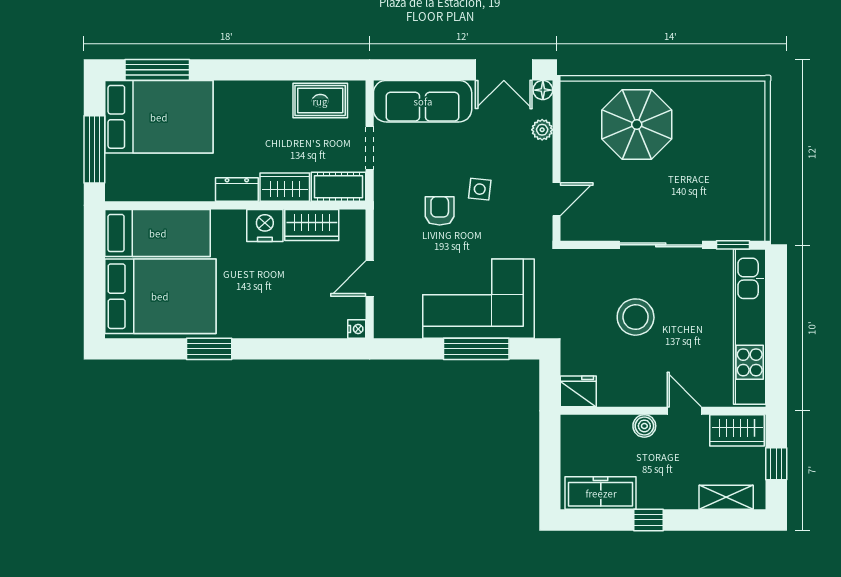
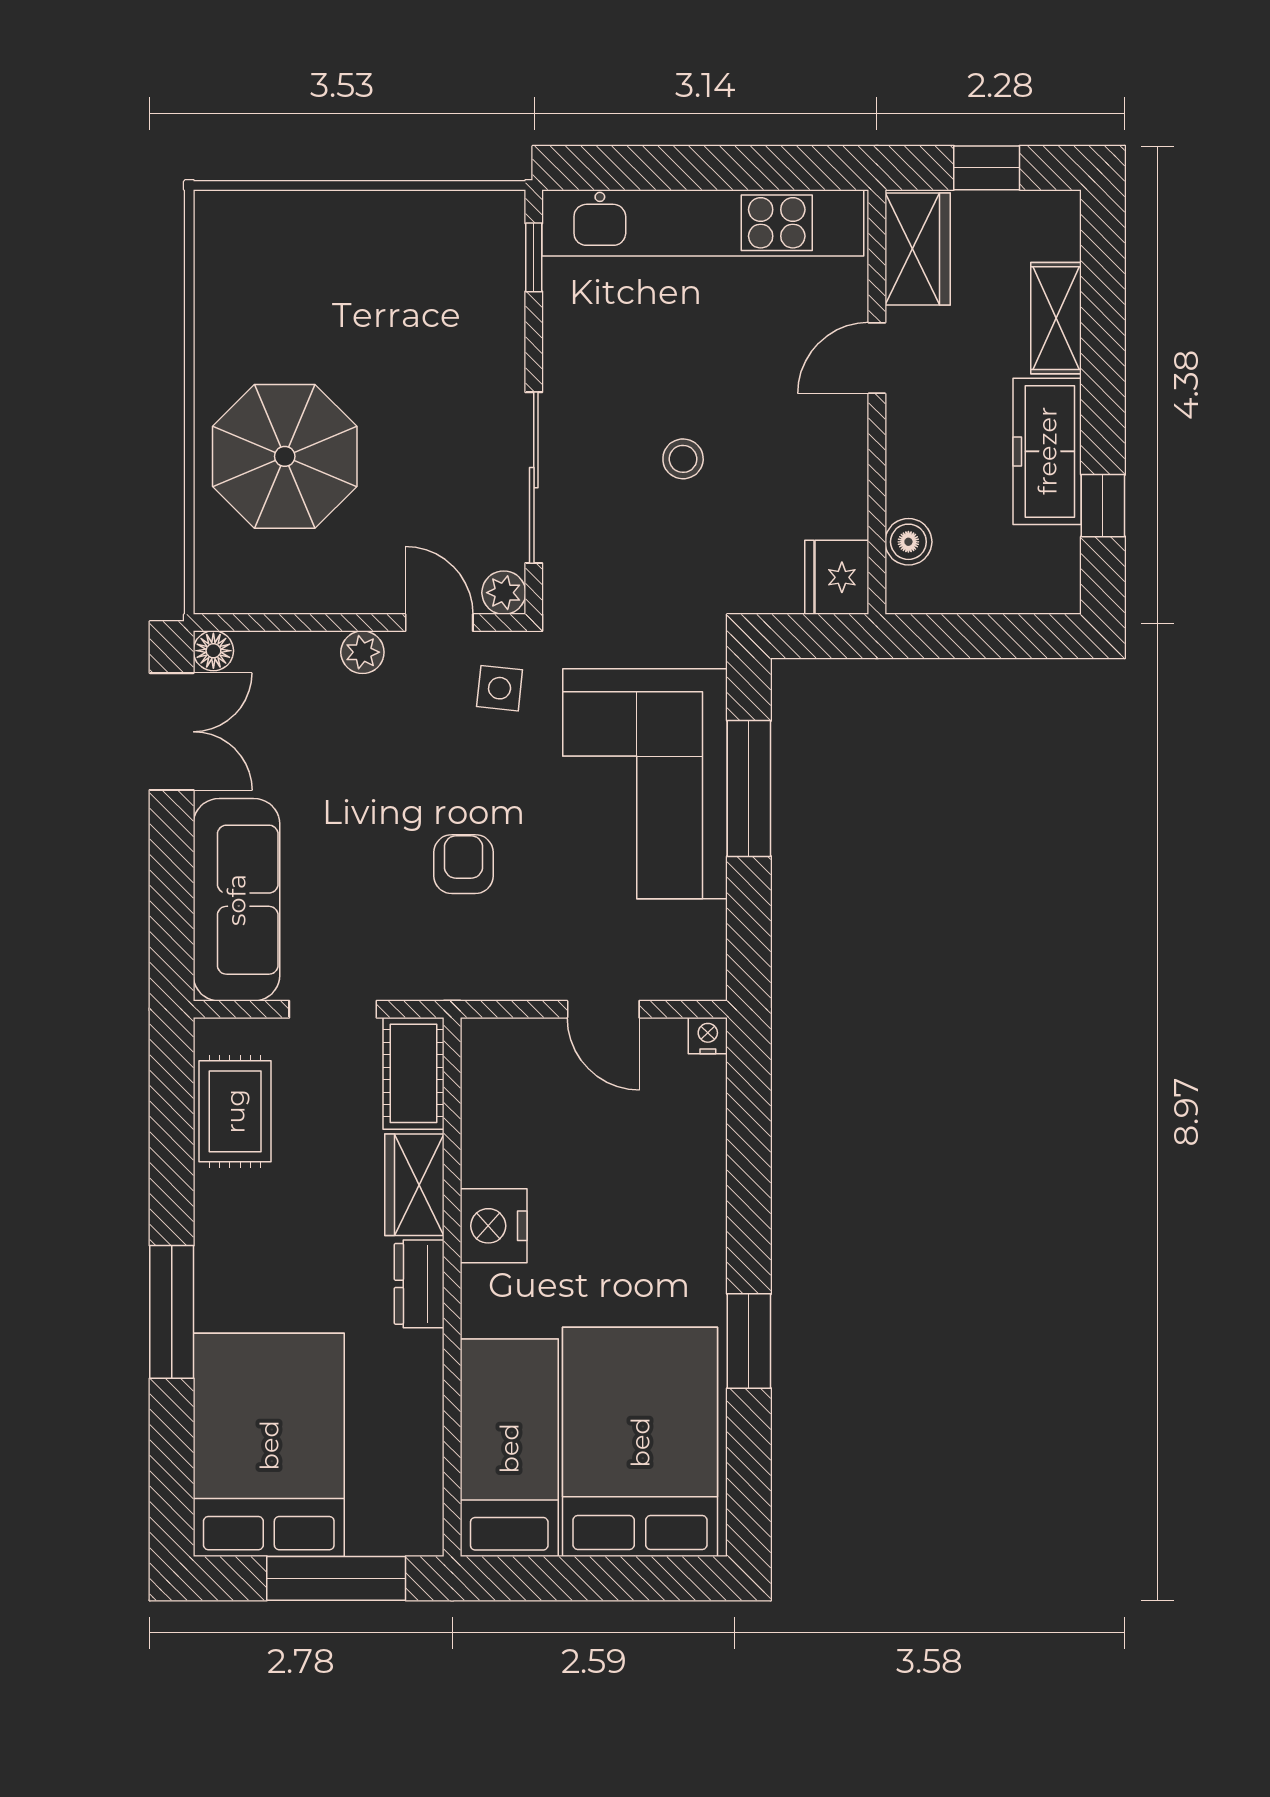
window: (157, 70) -> (172, 1312), moved
plant: (542, 130) -> (362, 652), moved
side table: (480, 189) -> (500, 688), moved
armchair: (440, 211) -> (463, 864), turned 90
wardrobe: (312, 225) -> (493, 1129), removed
plant: (571, 230) -> (504, 593), added
sliding door: (661, 245) -> (534, 478), moved
stool: (636, 317) -> (683, 459), width x0.53, depth x0.53
boiler: (644, 426) -> (908, 542), moved
freezer: (601, 493) -> (1047, 451), moved
shelving: (726, 497) -> (1056, 318), moved
window: (649, 520) -> (1103, 506), moved

